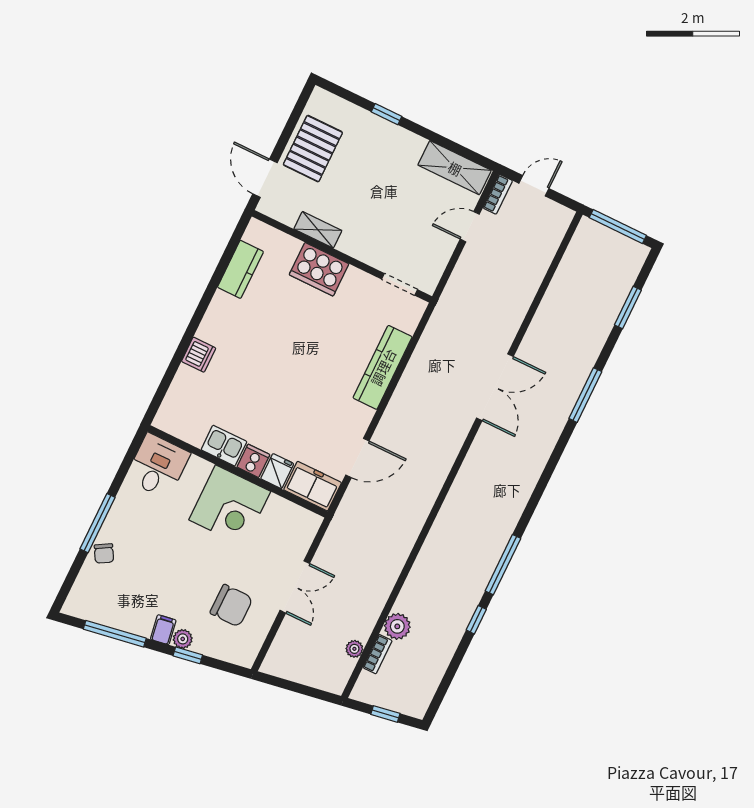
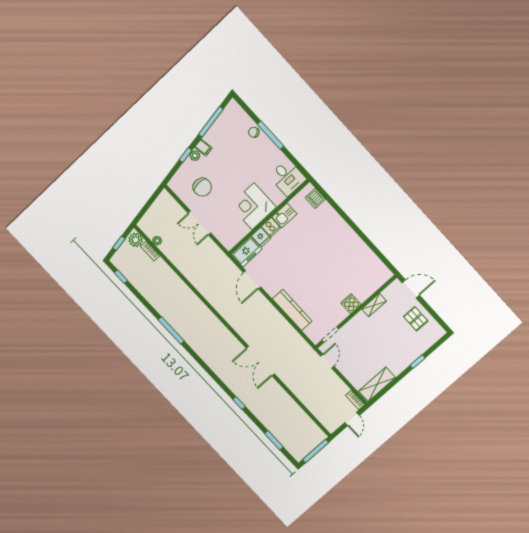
pallet: (313, 149) -> (416, 319), width x0.67, depth x0.71
door: (470, 227) -> (327, 361), moved
kitchen counter: (240, 269) -> (370, 259), removed
cooker: (319, 269) -> (351, 304), width x0.53, depth x0.76
dishwasher: (199, 355) -> (315, 198), moved
window: (585, 395) -> (239, 403), width x0.46
chair: (231, 606) -> (202, 187), turned -90
window: (476, 620) -> (121, 277), moved
plant: (397, 626) -> (136, 240), moved

